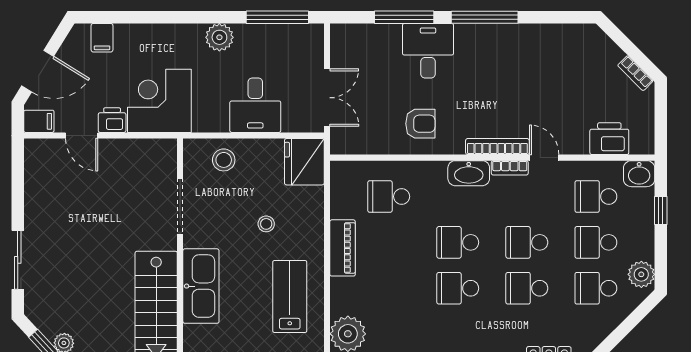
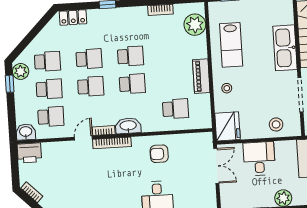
double door: (327, 98) -> (216, 166), swing flipped
printer: (609, 139) -> (29, 153), moved
door: (544, 158) -> (83, 138), swing flipped
window: (661, 211) -> (10, 84), moved
stool: (266, 224) -> (227, 88), moved

